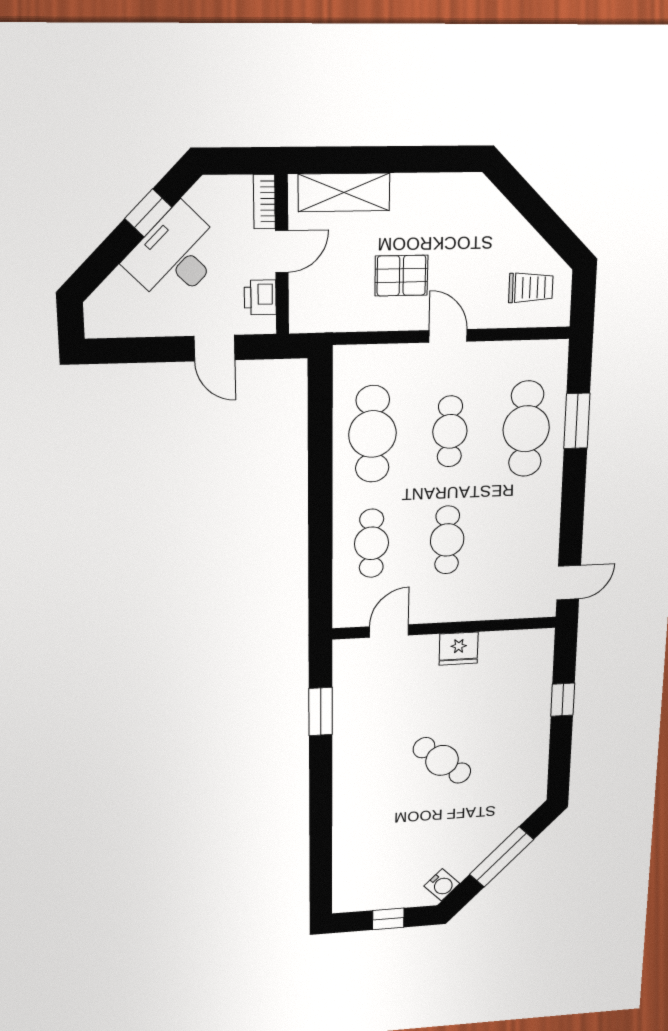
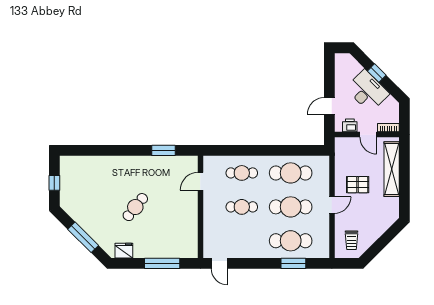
shelving: (344, 192) -> (392, 169), width x1.47
window: (148, 213) -> (377, 73), moved
pallet: (401, 276) -> (358, 185), turned 90
cafe table: (450, 431) -> (291, 207), width x1.37, depth x1.35
door: (389, 631) -> (200, 181), swing flipped
fridge: (459, 649) -> (124, 251), moved, turned 90
window: (563, 700) -> (162, 263), width x2.17
water cooler: (442, 885) -> (71, 209), removed

